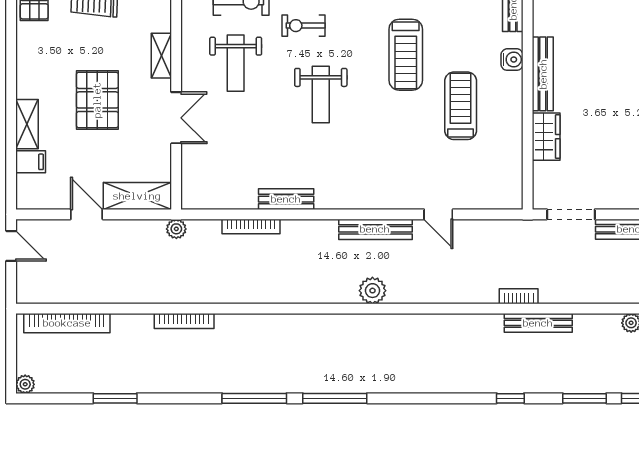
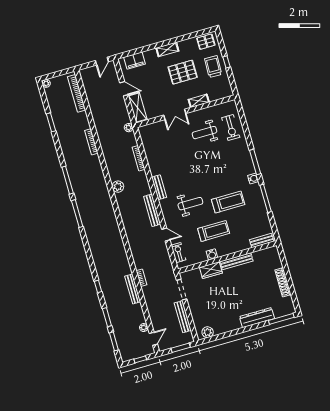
exercise bike: (303, 26) -> (179, 252), moved
treadmill: (406, 55) -> (228, 202), turned 180
water cooler: (512, 60) -> (212, 254), moved
weight bench: (321, 94) -> (190, 204), moved, turned 180
pallet: (97, 100) -> (183, 72), moved
shelving: (27, 124) -> (167, 49), moved
filing cabinet: (31, 162) -> (135, 61), width x2.00
bench: (286, 199) -> (159, 187), moved
door: (87, 214) -> (124, 89), hinge flipped
door: (438, 214) -> (166, 235), swing flipped
plant: (372, 291) -> (118, 187), moved

